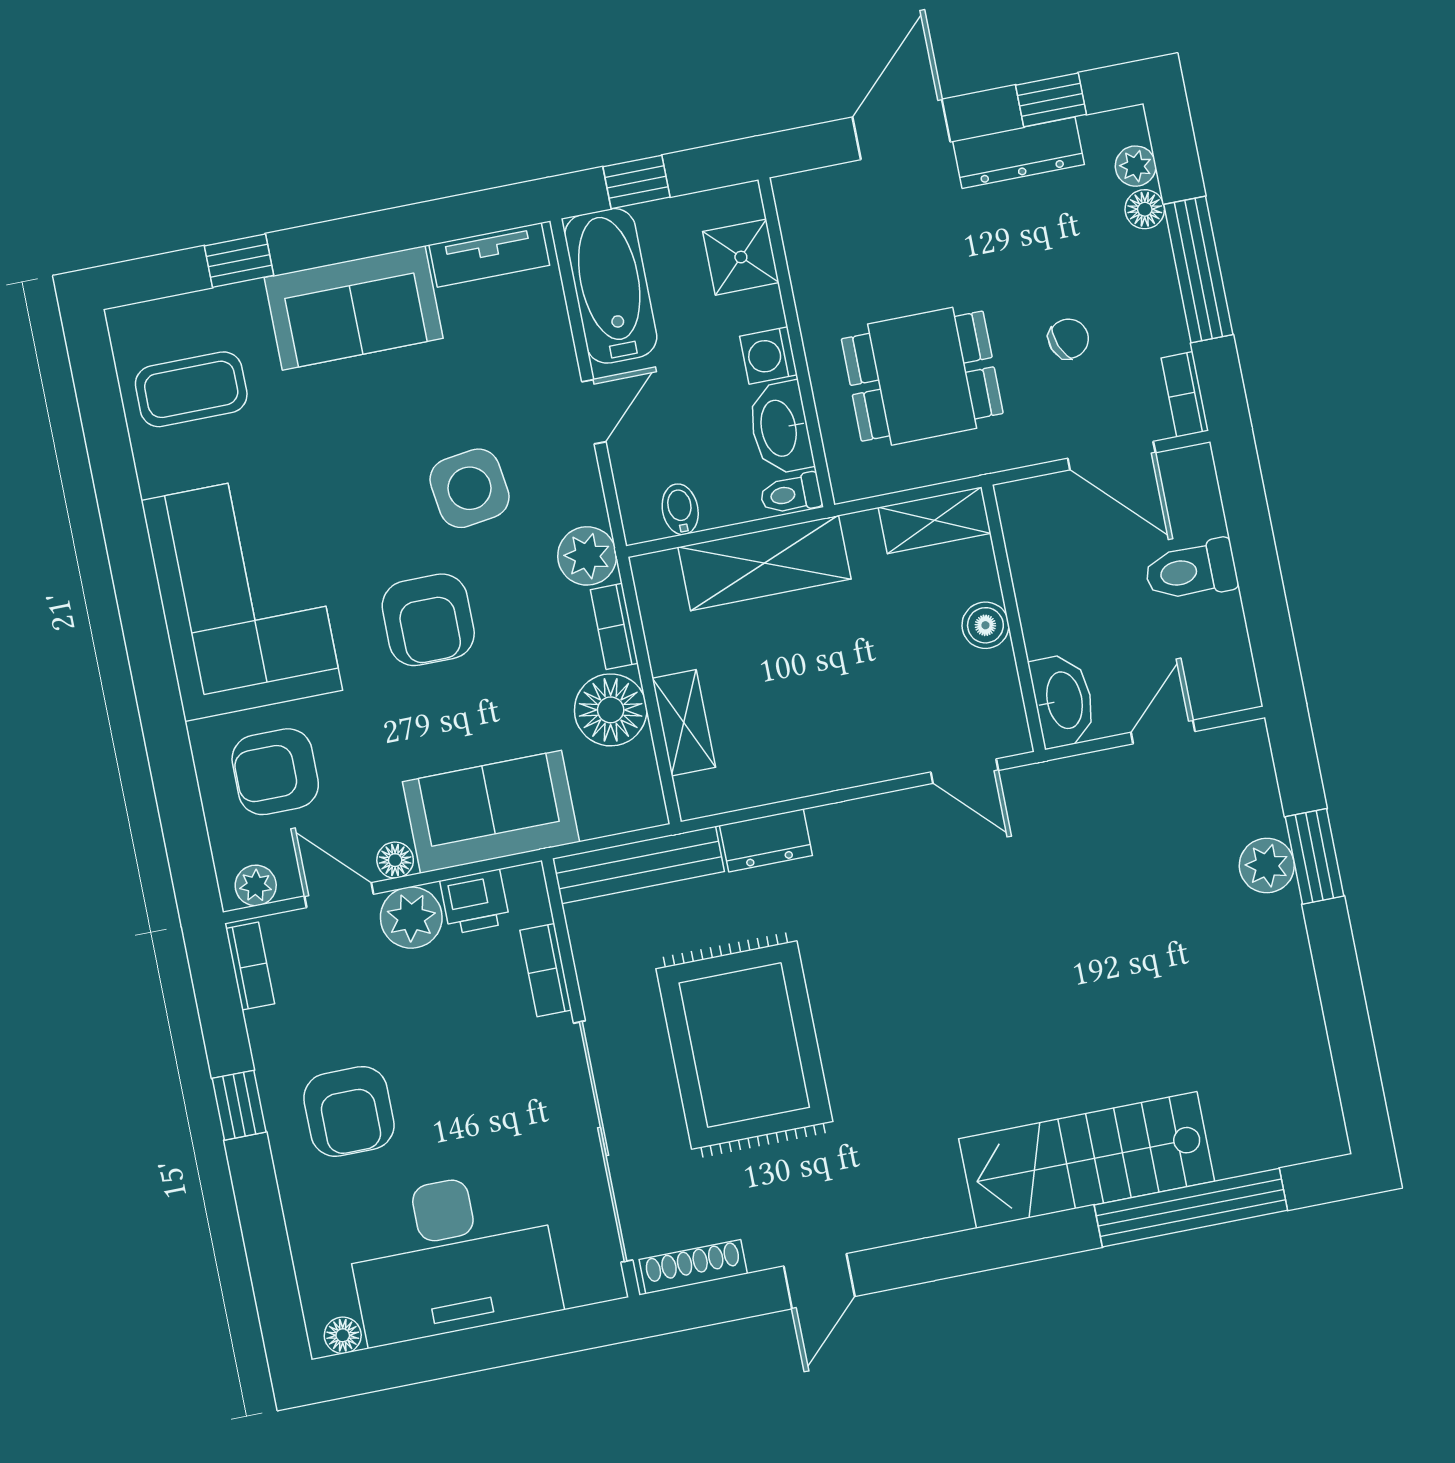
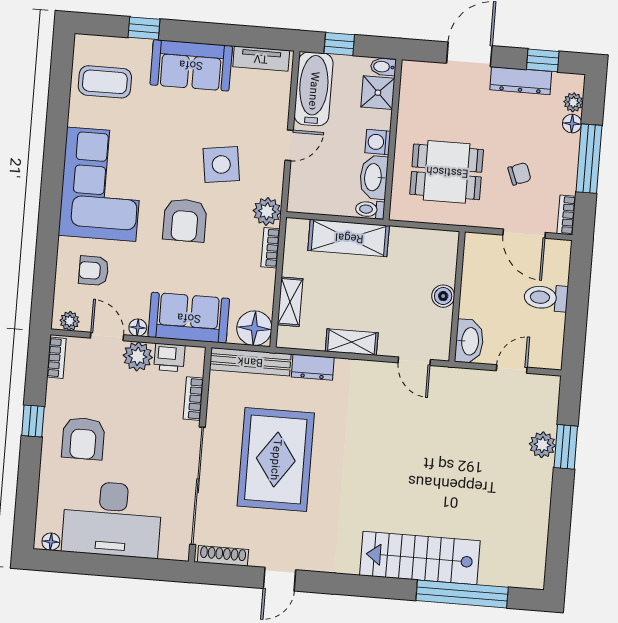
bidet: (680, 509) -> (383, 67), moved, turned -90
shelving: (935, 520) -> (352, 342), moved
floor lamp: (611, 710) -> (254, 328), moved
armchair: (275, 772) -> (94, 271), width x0.72, depth x0.72

